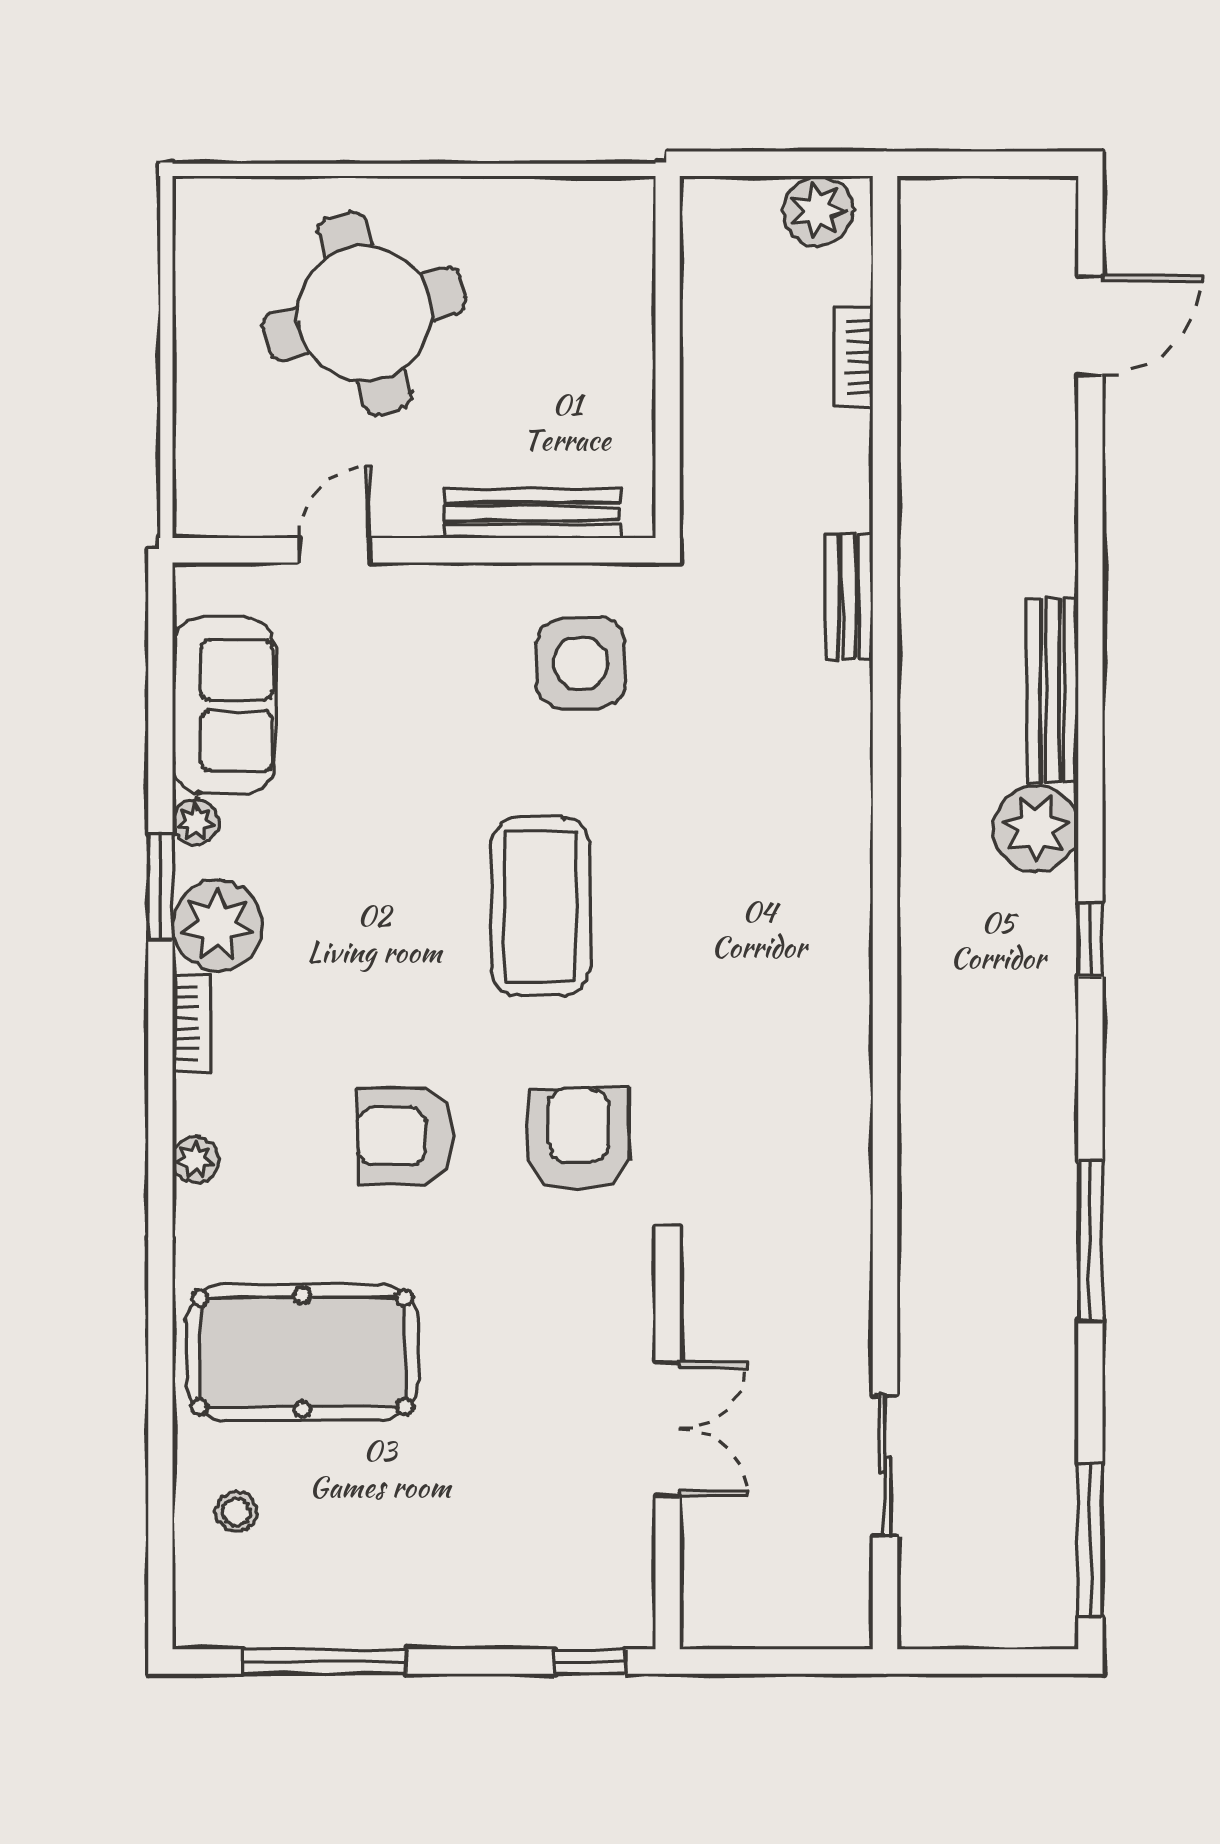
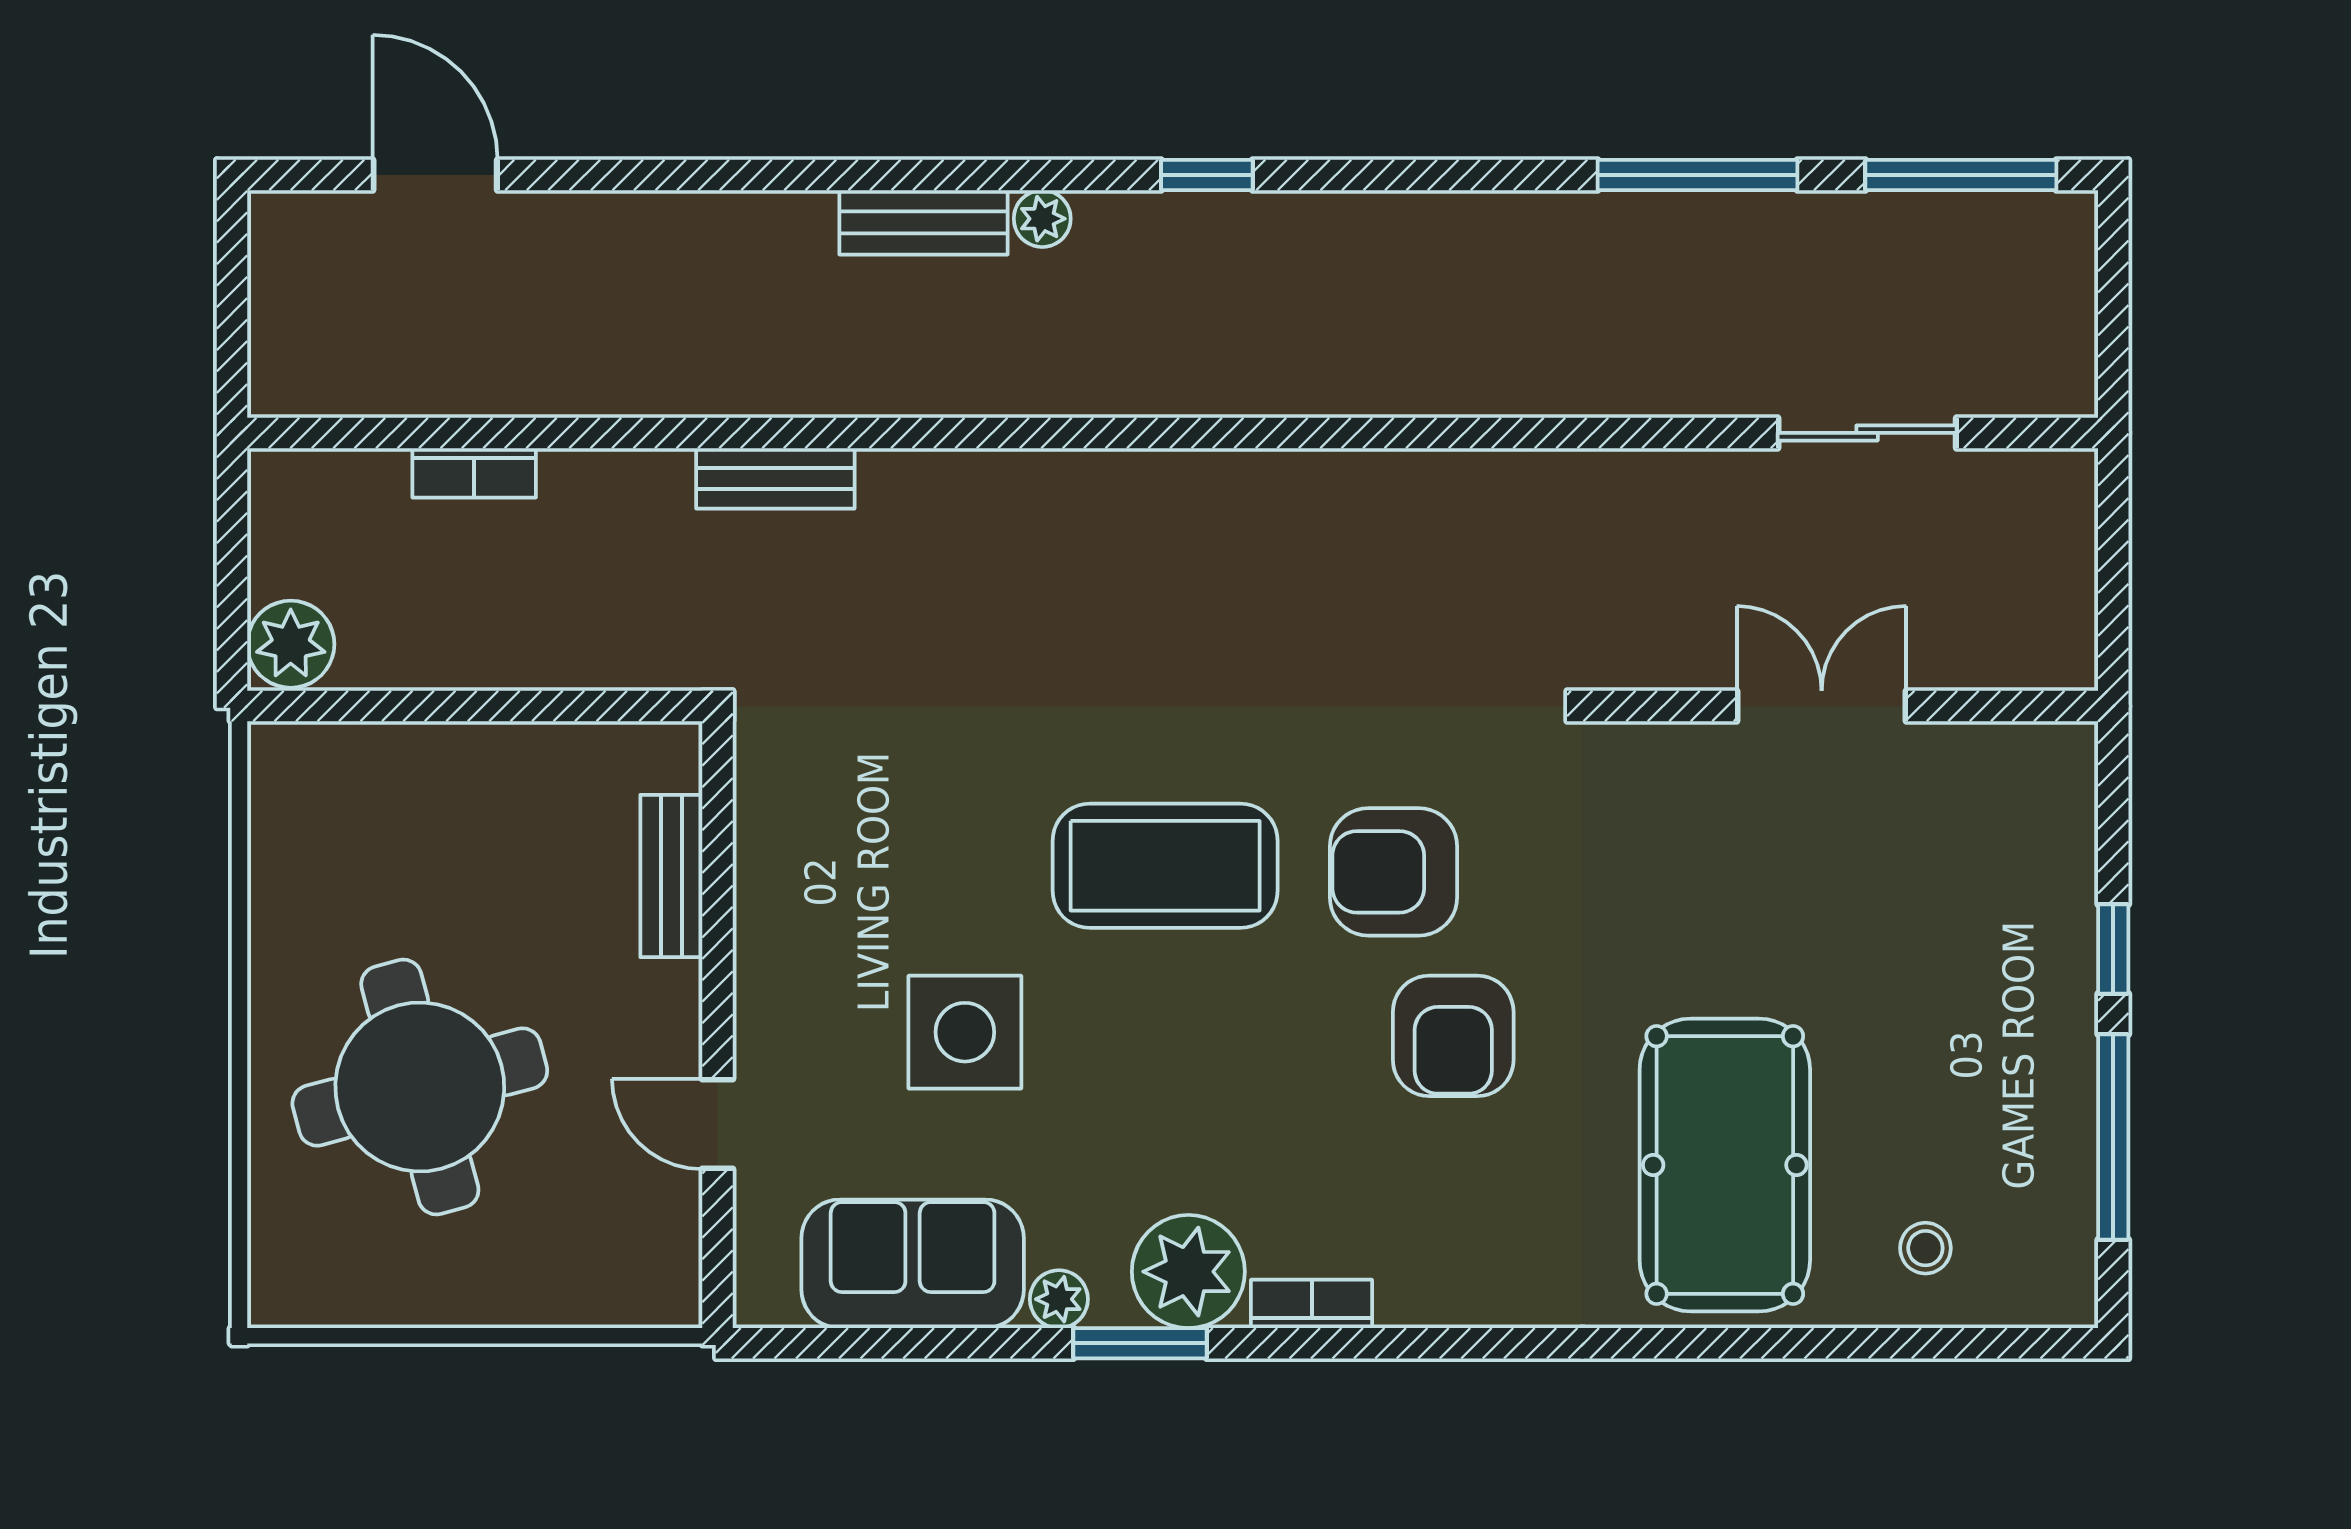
plant: (818, 211) -> (291, 644), moved
bench: (532, 514) -> (671, 876), width x0.73
side table: (581, 663) -> (965, 1032), moved
bench: (1053, 690) -> (924, 222), width x0.73
plant: (1036, 829) -> (1042, 219), width x0.53, depth x0.53
armchair: (578, 1139) -> (1393, 872), moved
plant: (196, 1160) -> (1483, 1299), removed
window: (1090, 1241) -> (1698, 175), moved
window: (590, 1661) -> (2113, 949), moved

